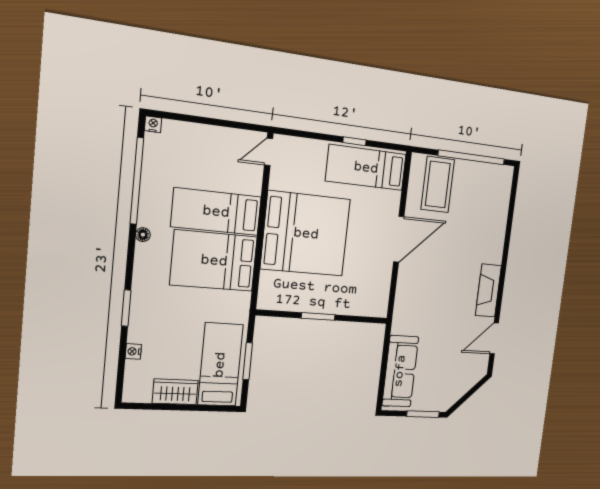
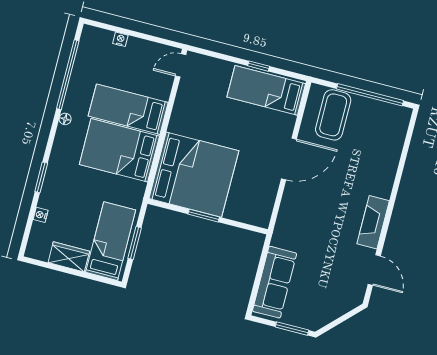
nightstand: (153, 124) -> (120, 39), moved
bed: (306, 234) -> (194, 175), moved
door: (494, 338) -> (374, 270), swing flipped

